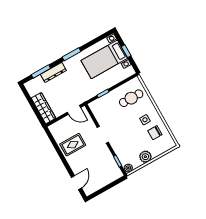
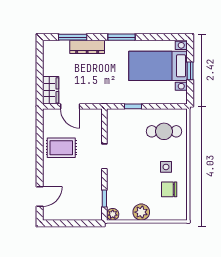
wardrobe: (44, 108) -> (51, 90), width x0.67
door: (74, 110) -> (70, 106), moved

